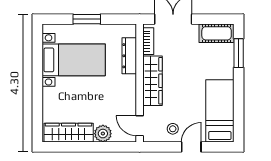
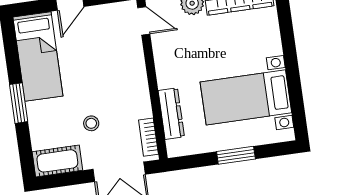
window: (239, 53) -> (19, 103), moved
wardrobe: (152, 81) -> (135, 84), removed
stool: (173, 129) -> (91, 123), moved

